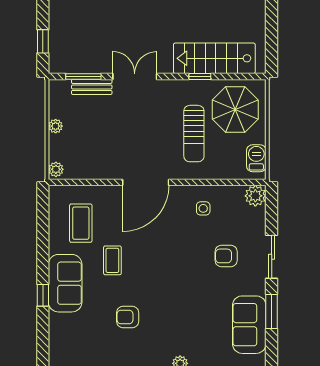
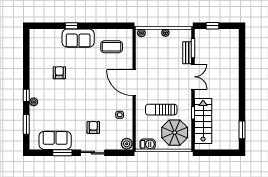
coffee table: (112, 260) -> (91, 64), removed

